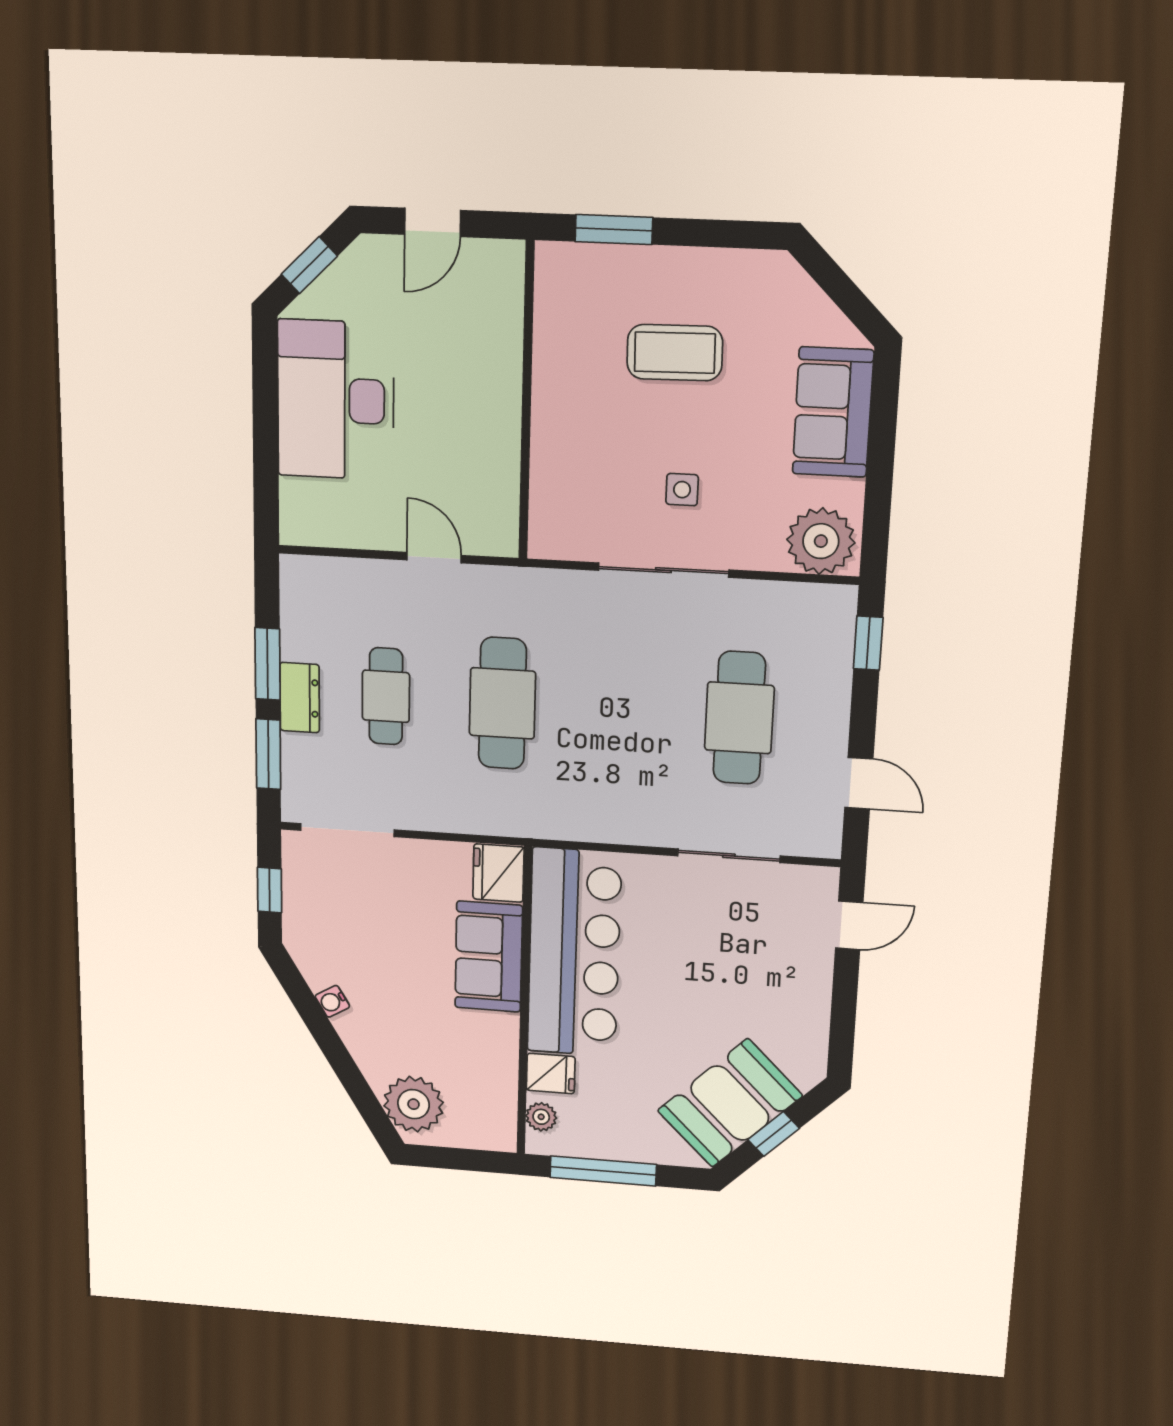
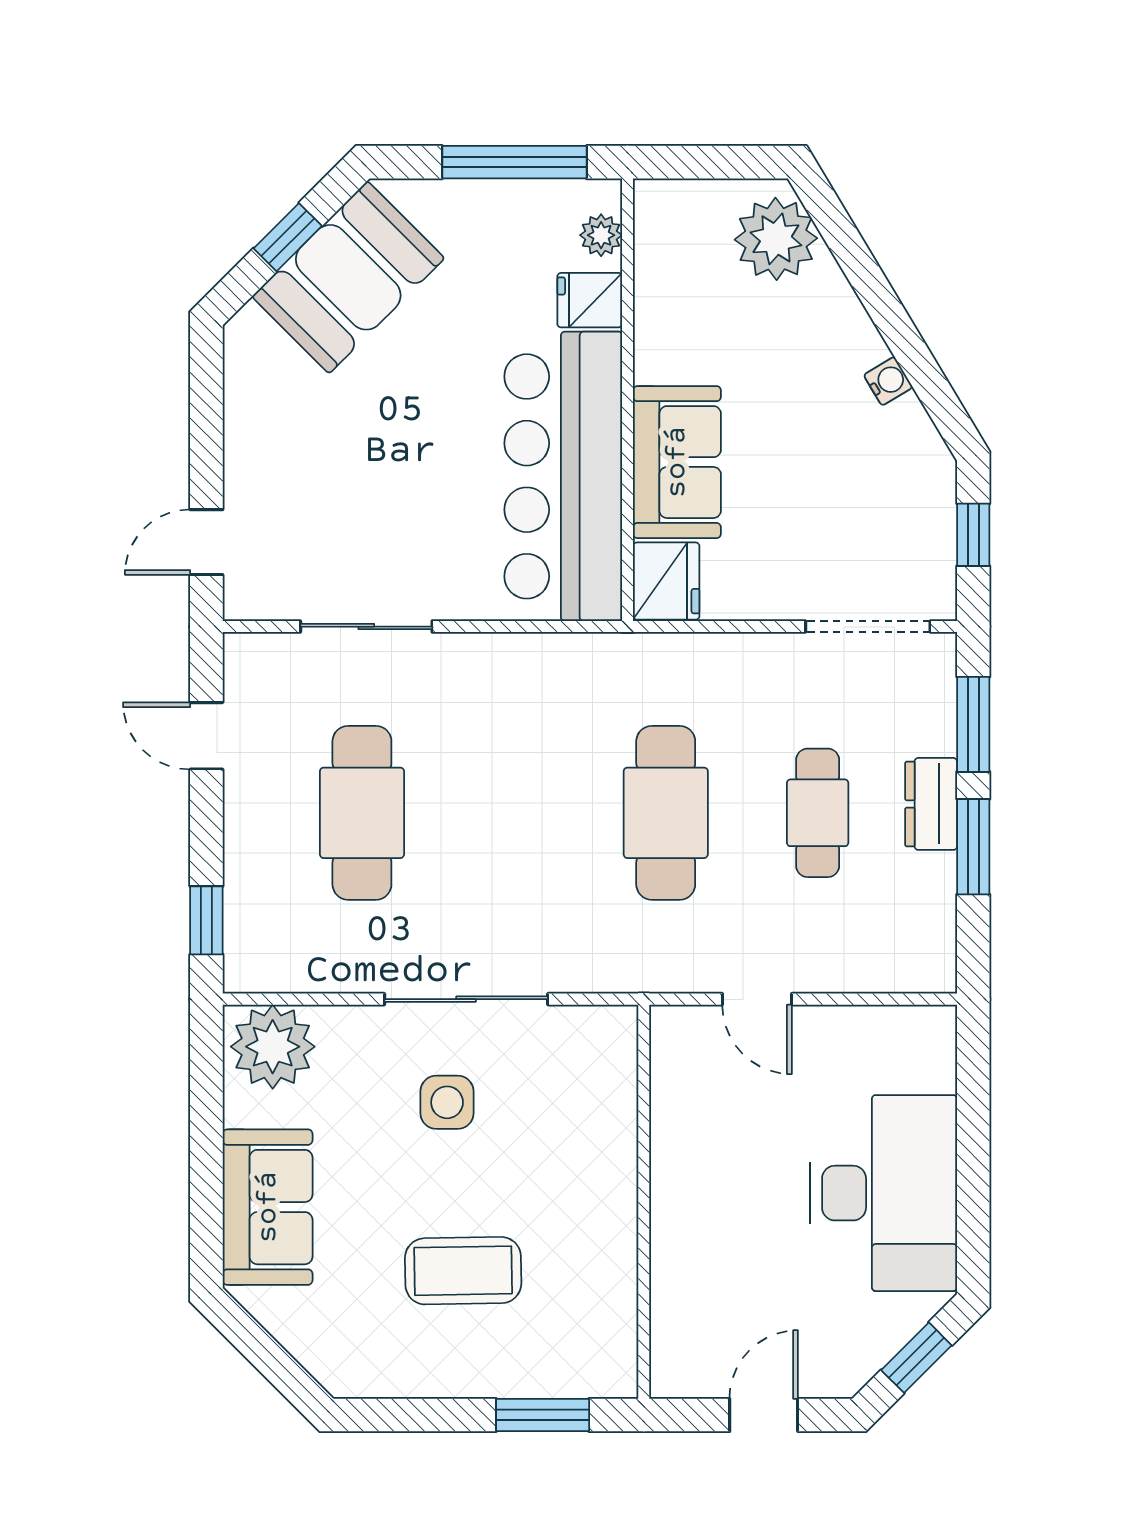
side table: (682, 490) -> (447, 1102), width x1.37, depth x1.37

